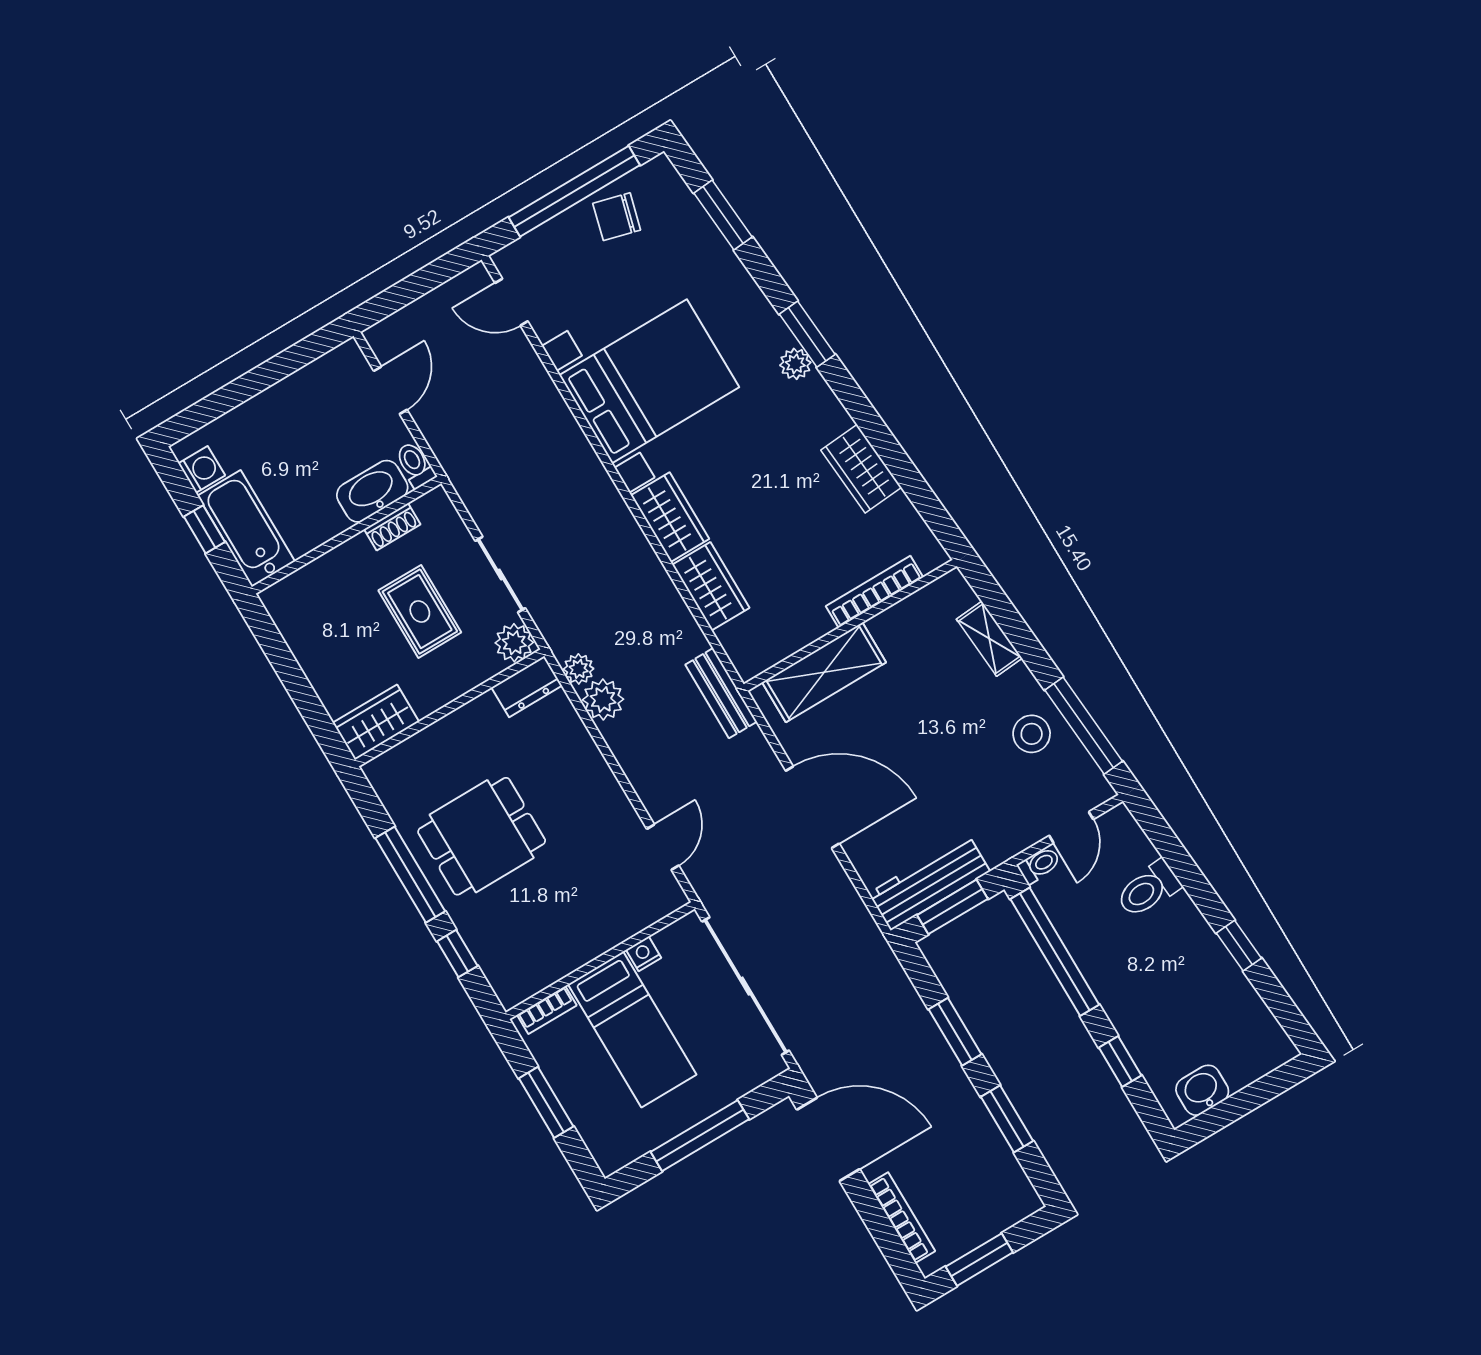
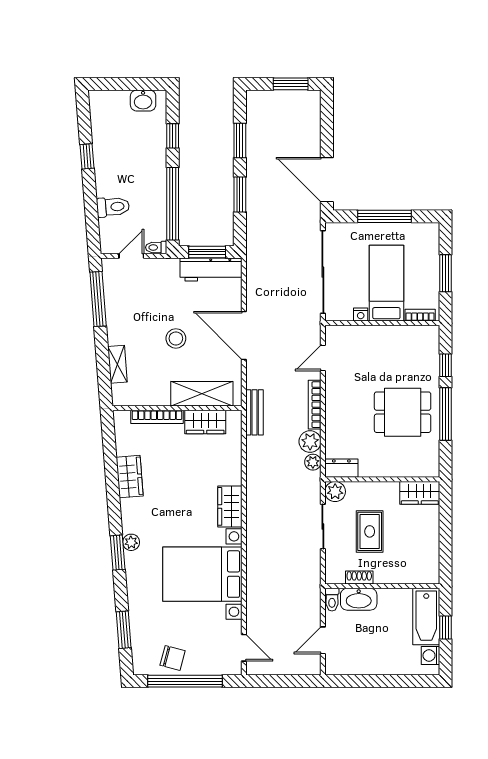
wardrobe: (711, 586) -> (205, 422), moved, turned -90
stool: (1032, 734) -> (176, 338), moved
bookcase: (902, 1218) -> (315, 405), moved

